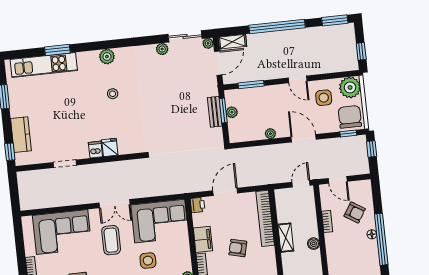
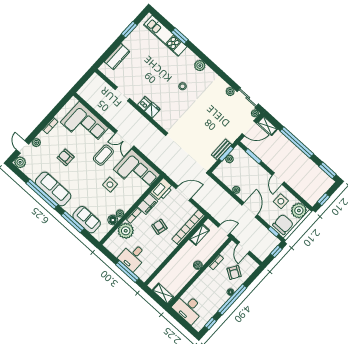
window: (10, 152) -> (103, 59), removed
printer: (198, 205) -> (162, 190), width x1.87, depth x1.48
shelving: (286, 238) -> (199, 235), moved

